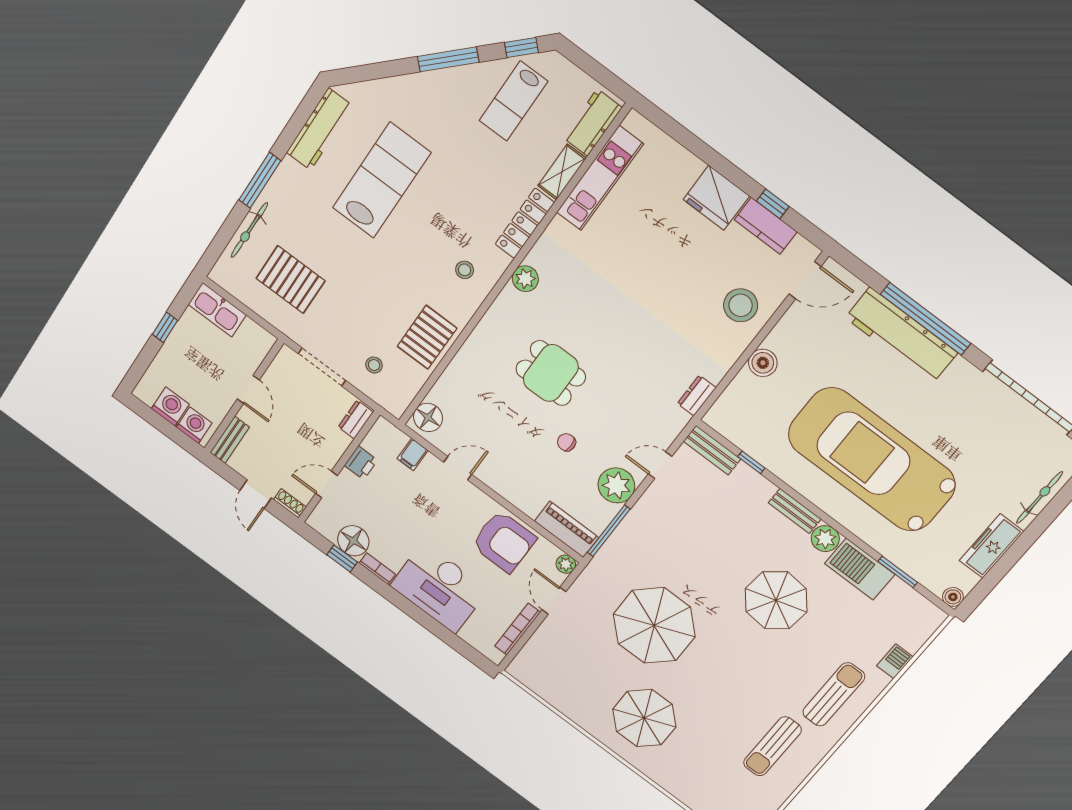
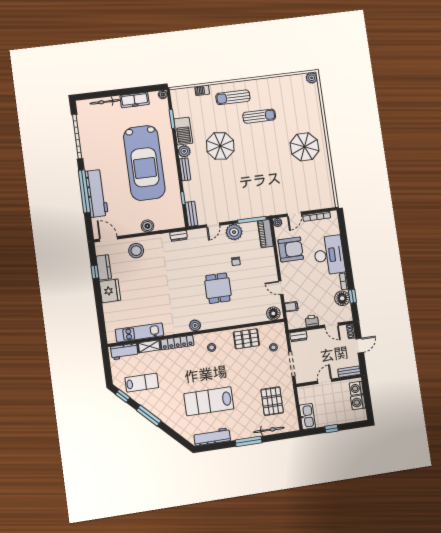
door: (660, 465) -> (213, 225), hinge flipped
armchair: (504, 541) -> (291, 249), turned 90
parasol: (654, 625) -> (269, 175), removed
sun lounger: (772, 746) -> (259, 116), moved

